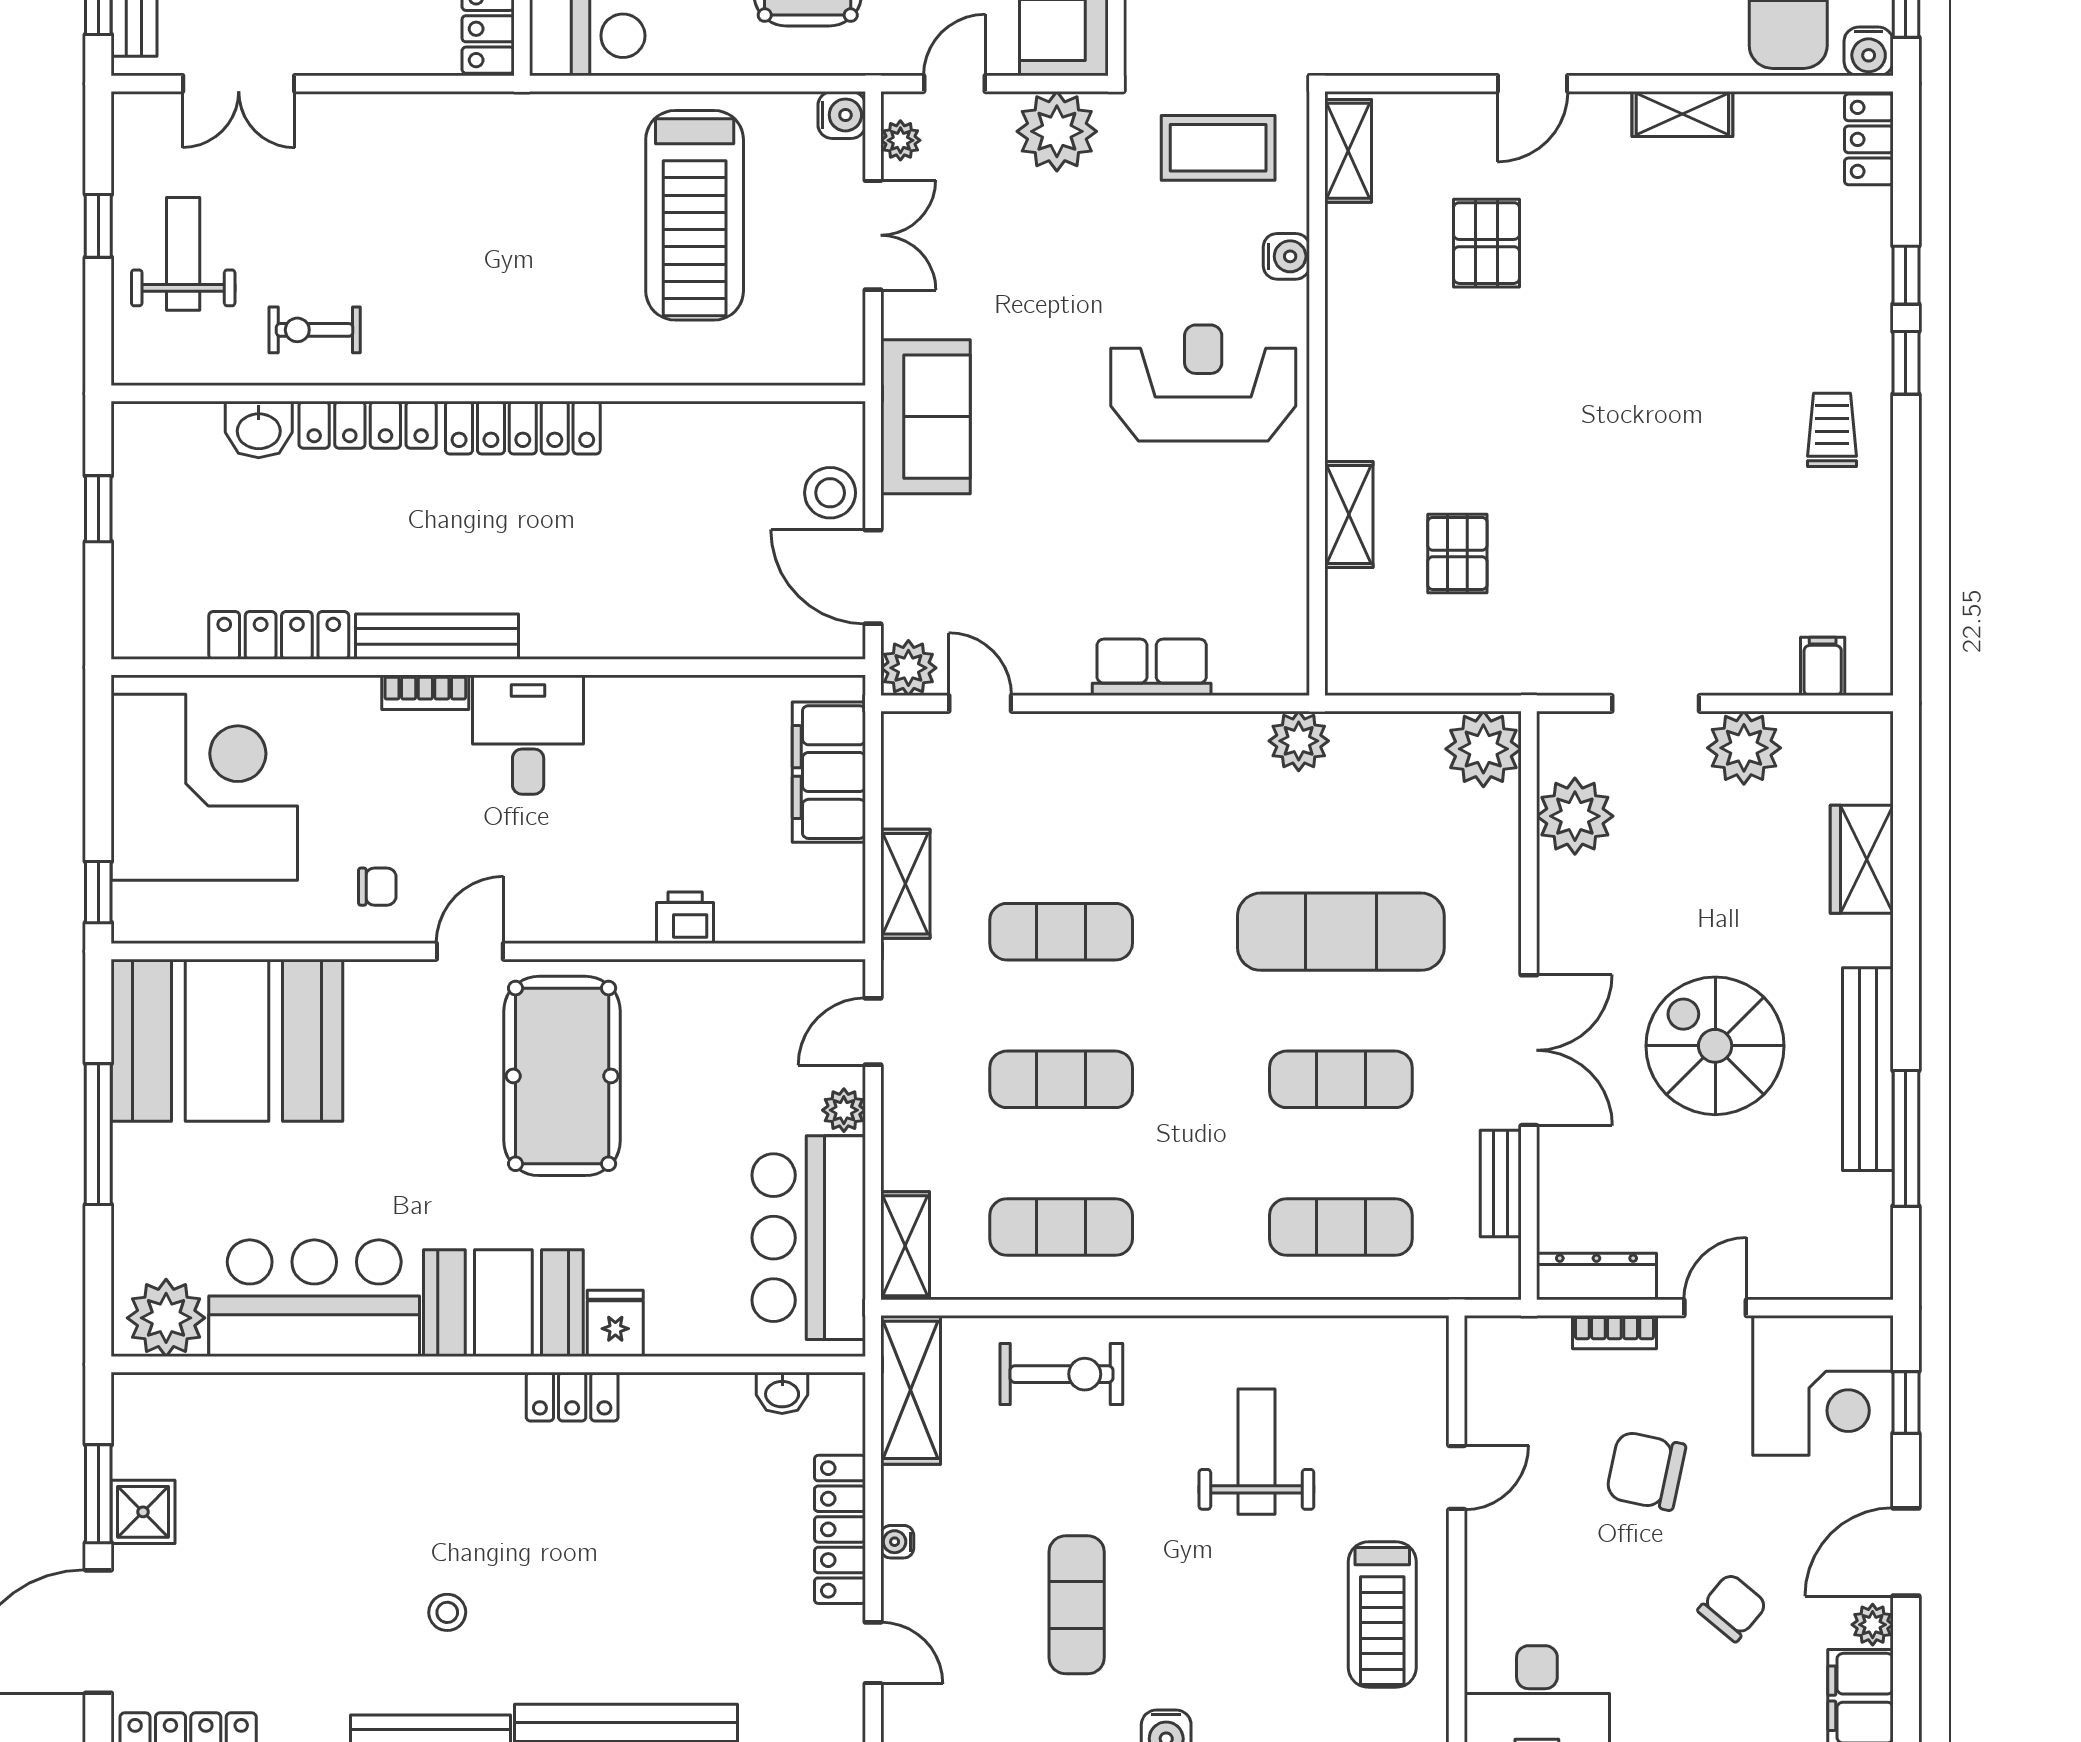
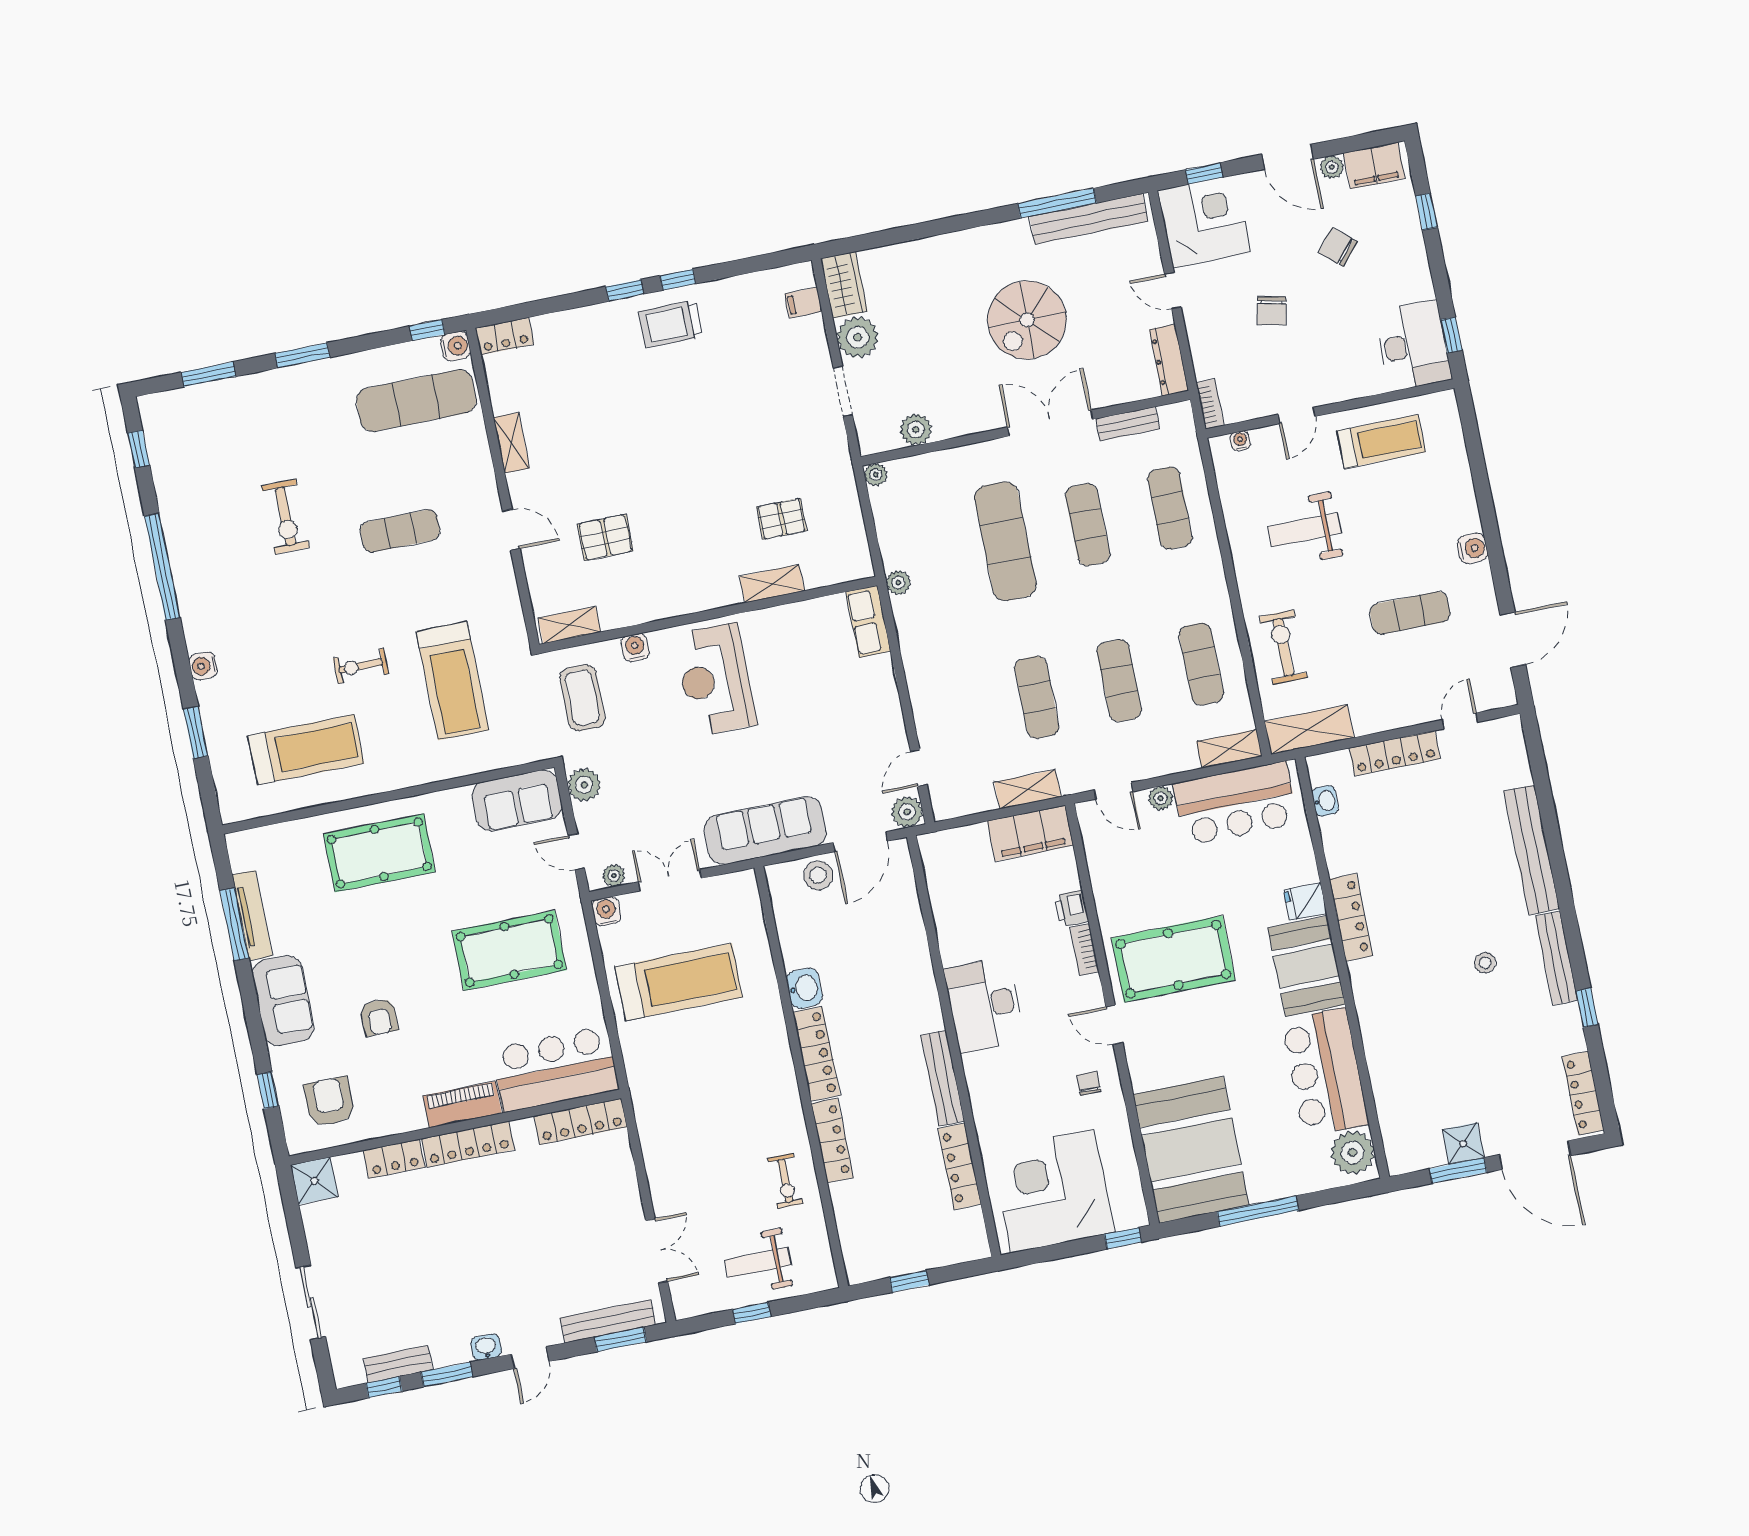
plant: (1057, 131) -> (584, 785), width x0.73, depth x0.73
window: (1906, 275) -> (678, 280), moved
sofa: (925, 417) -> (765, 831), width x1.36
washbasin: (259, 430) -> (804, 988), moved
trolley: (1832, 430) -> (671, 324), width x1.36, depth x1.39
row of seats: (1152, 667) -> (868, 622), moved
bookcase: (425, 692) -> (1085, 950), moved, turned 180
desk: (528, 735) -> (985, 1005), width x1.37
plant: (1299, 741) -> (898, 583), width x0.73, depth x0.73
plant: (1483, 749) -> (876, 475), width x0.53, depth x0.53
filing cabinet: (829, 772) -> (1030, 833), moved
plant: (1575, 816) -> (916, 430), width x0.73, depth x0.73
wardrobe: (1862, 859) -> (844, 285), moved, turned -90
bench: (1868, 1069) -> (1089, 219), moved
bookcase: (1614, 1332) -> (1210, 404), moved
locker: (572, 1397) -> (1351, 917), width x1.53
chair: (1646, 1471) -> (1272, 311), width x0.73, depth x0.73
door: (1457, 1478) -> (1297, 415), swing flipped
water cooler: (897, 1542) -> (1240, 441), moved, turned 180

